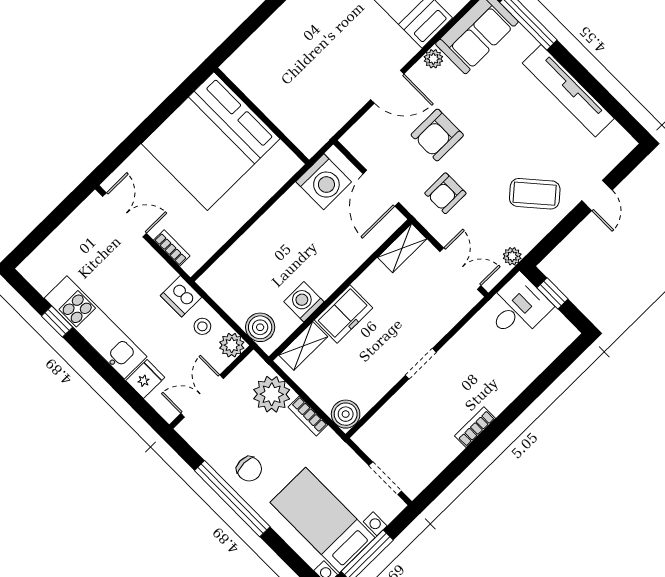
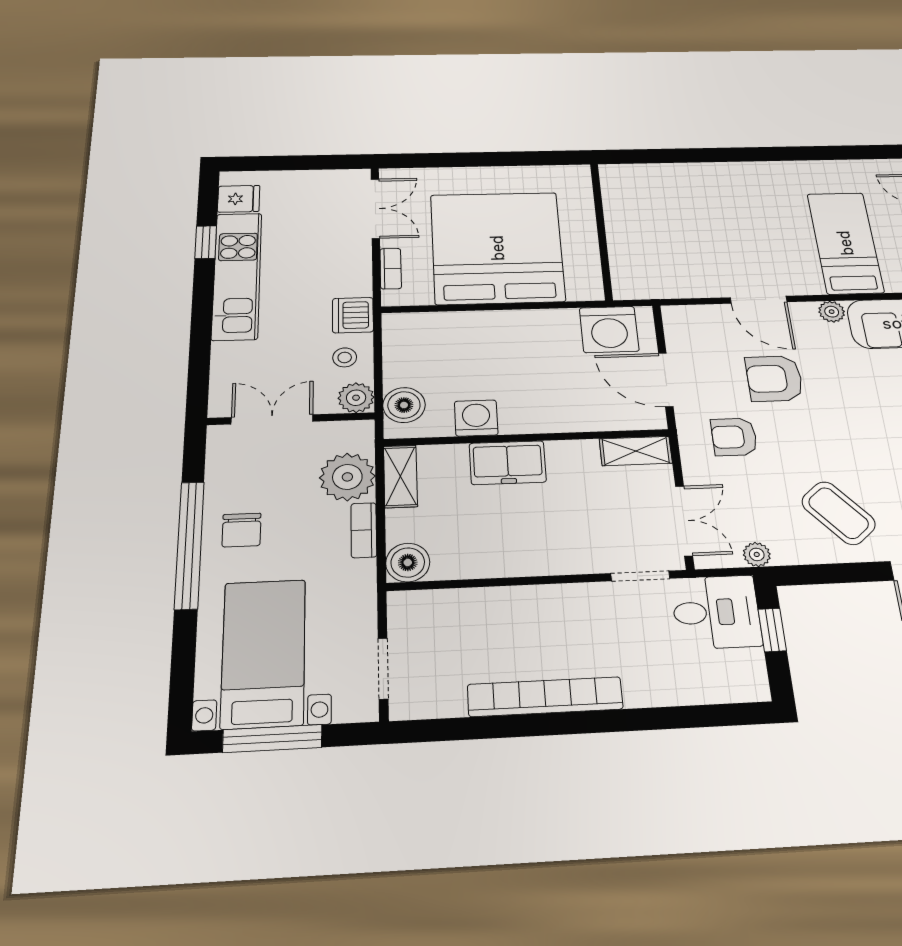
bed: (211, 141) -> (497, 248), moved, turned 90
door: (381, 188) -> (666, 380), hinge flipped
shelving: (303, 346) -> (400, 476), moved, turned 90
doorway: (421, 364) -> (640, 576), moved
fridge: (145, 379) -> (239, 199), moved
bookcase: (475, 427) -> (545, 697), width x2.31, depth x1.31

